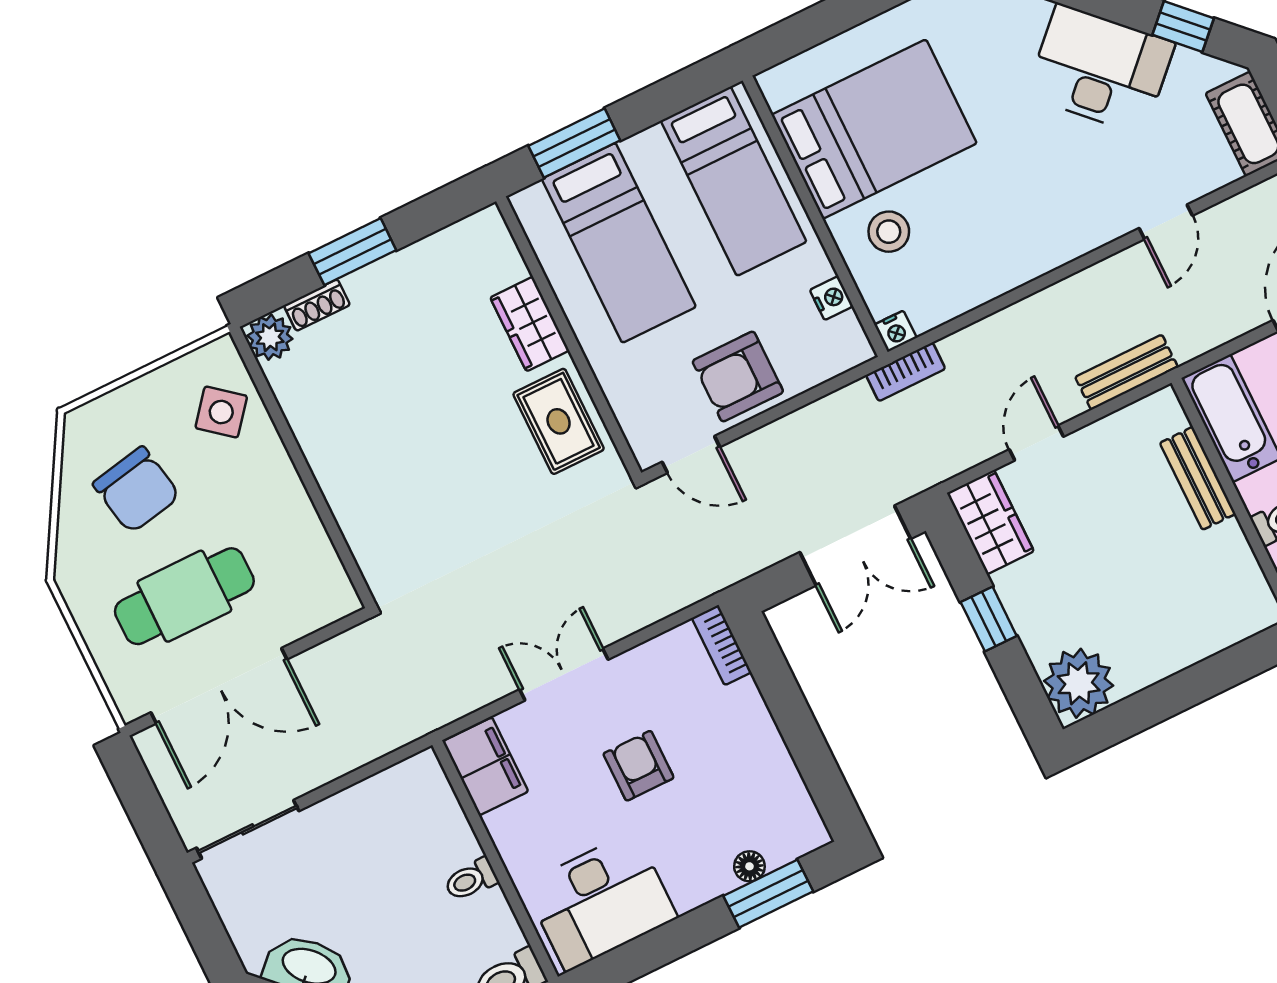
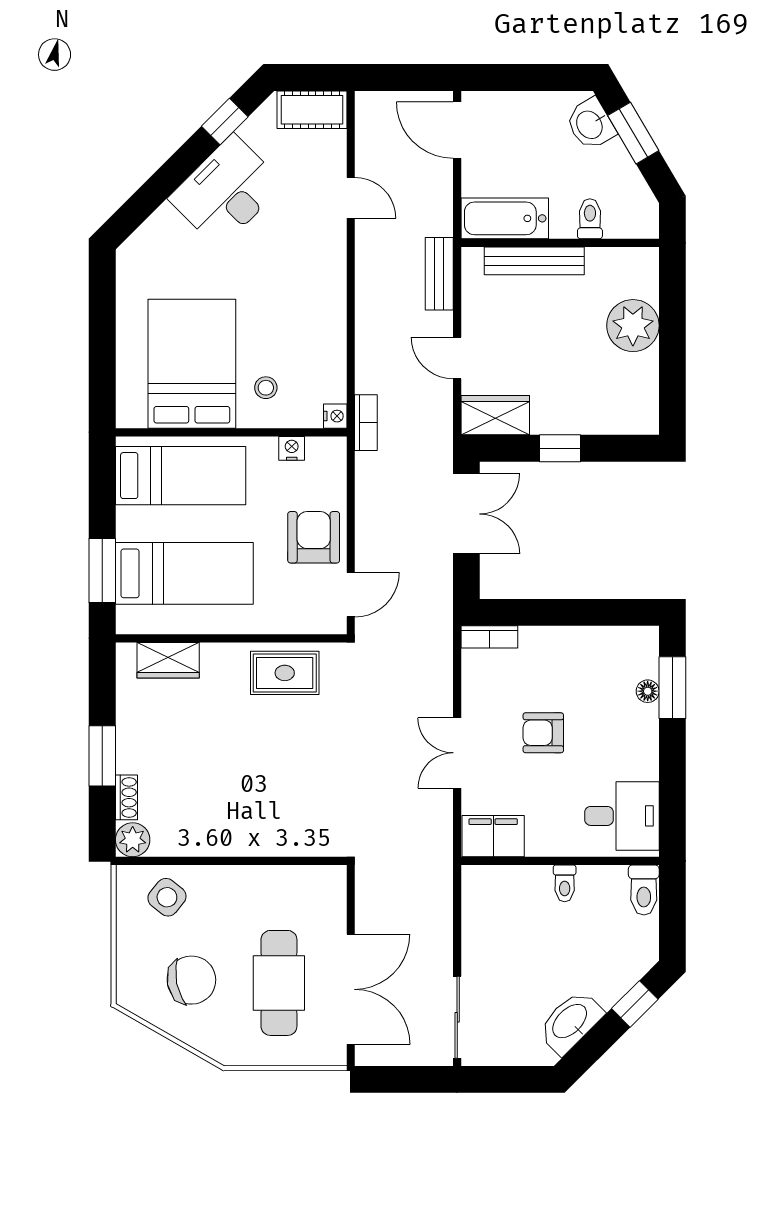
stool: (889, 232) -> (266, 388), width x0.73, depth x0.73
wardrobe: (530, 324) -> (168, 660), moved
armchair: (738, 377) -> (314, 537), turned 180
bench: (1198, 478) -> (534, 261), width x1.36
plant: (1079, 683) -> (633, 326), moved
desk: (601, 901) -> (622, 816), width x0.73

